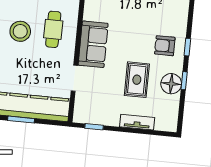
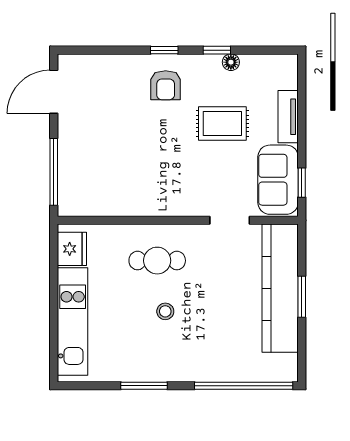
stool: (20, 31) -> (165, 311), width x0.53, depth x0.53
sofa: (93, 44) -> (278, 180), moved, turned -90
floor lamp: (171, 84) -> (231, 62), width x0.53, depth x0.53

